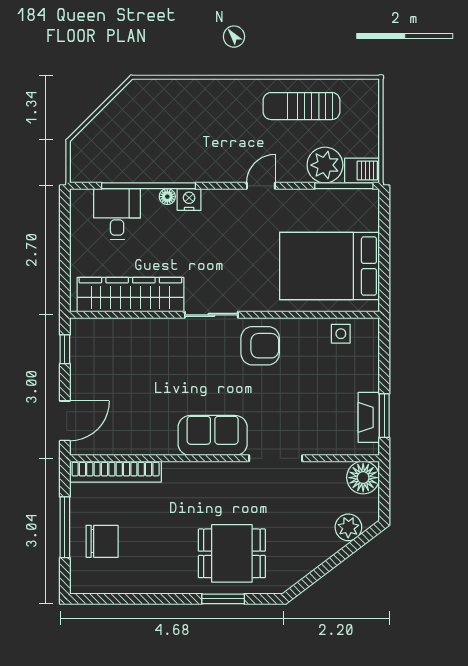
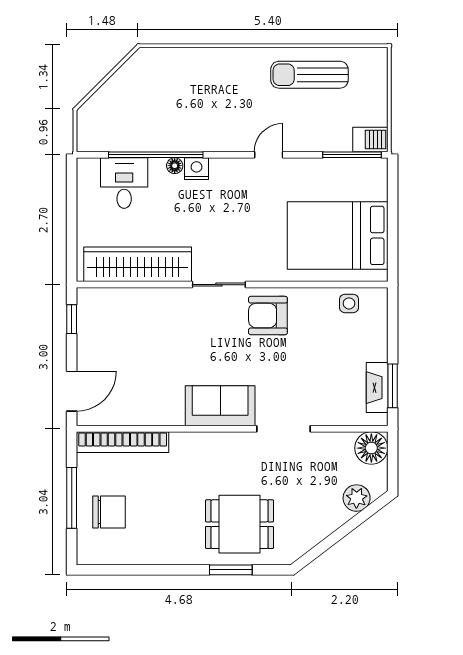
plant: (325, 165) -> (333, 134), removed
armchair: (260, 346) -> (268, 316), turned 180

